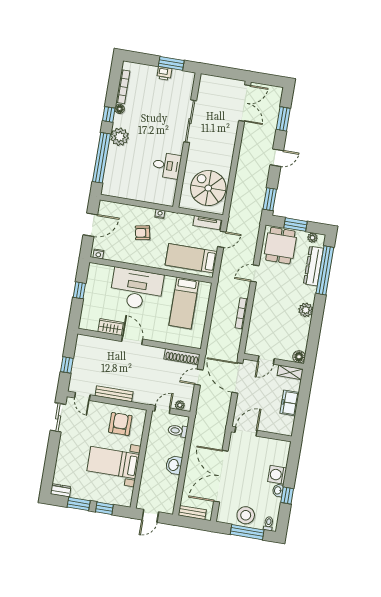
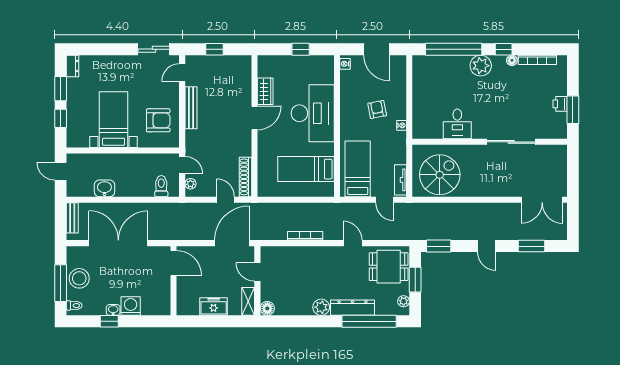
dresser: (313, 266) -> (352, 308), moved
washbasin: (174, 465) -> (104, 188), moved

